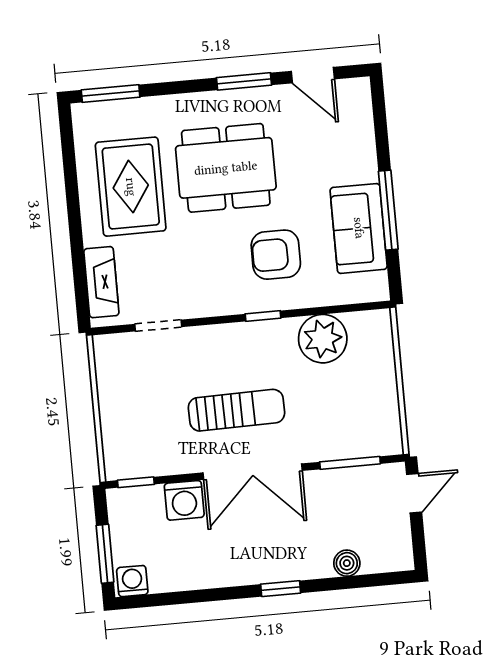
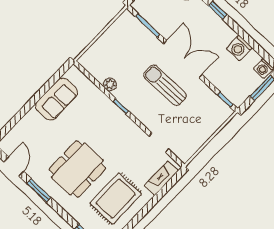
dining table: (226, 168) -> (77, 169), turned 90
window: (388, 210) -> (40, 94), removed
armchair: (276, 255) -> (94, 122), removed
plant: (323, 339) -> (110, 84), width x0.53, depth x0.53
washing machine: (184, 500) -> (239, 48), moved, turned 180

